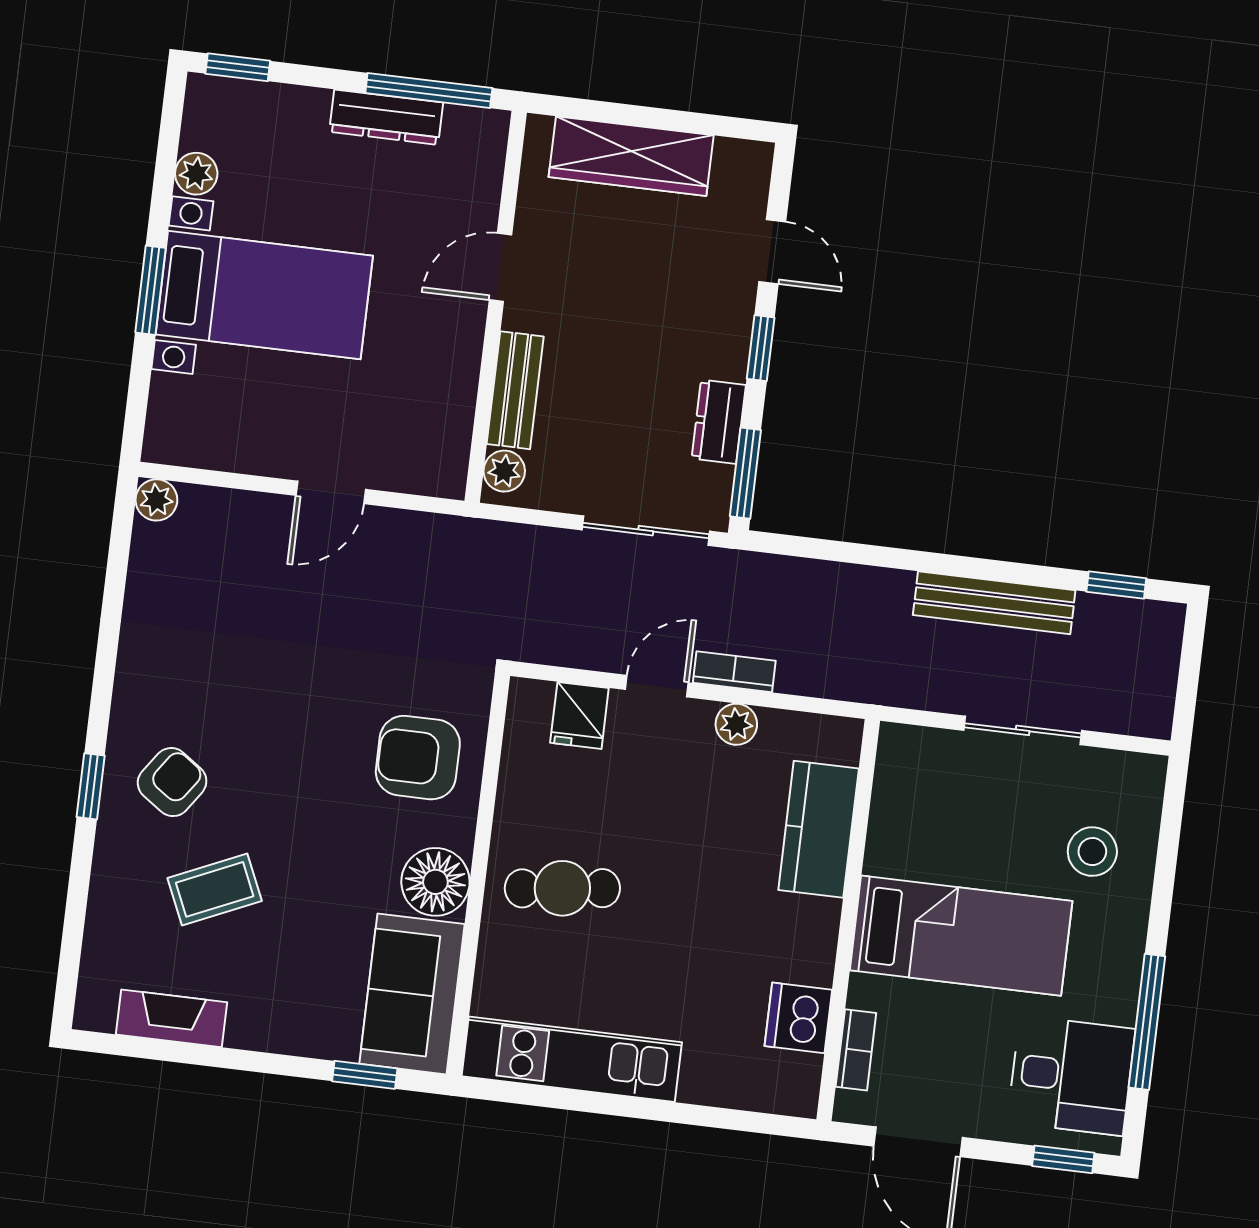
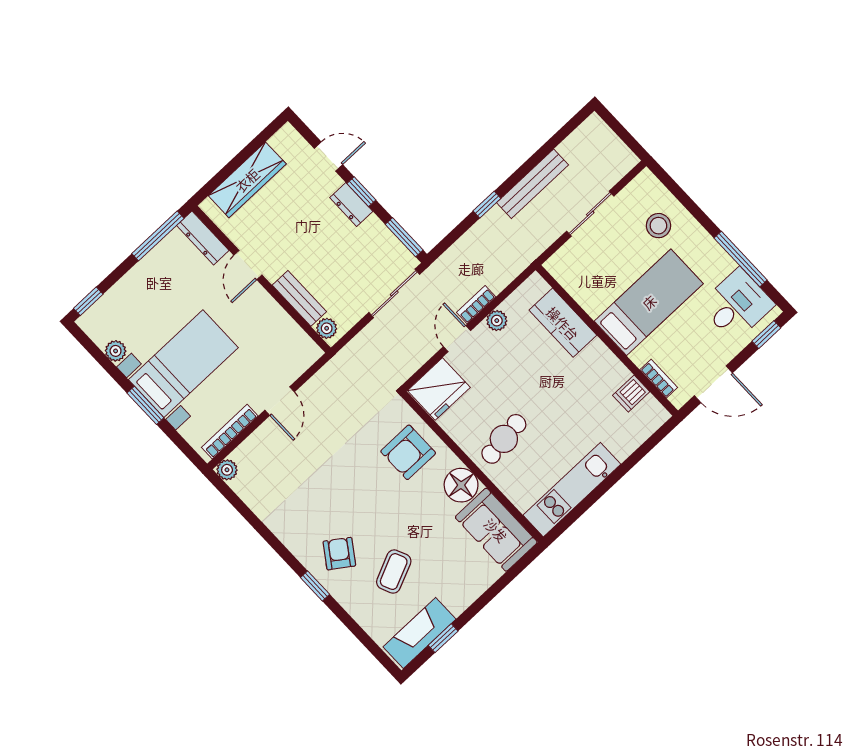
dresser: (386, 117) -> (203, 238), moved, turned 90
dresser: (719, 422) -> (351, 205), moved
bookcase: (219, 455) -> (230, 432), added
window: (1116, 585) -> (487, 205), moved
fridge: (579, 715) -> (439, 389), width x1.88, depth x1.34
fireplace: (172, 1018) -> (419, 633), width x1.37, depth x1.32
dishwasher: (798, 1018) -> (631, 394), width x0.73
window: (365, 1075) -> (443, 638), moved

